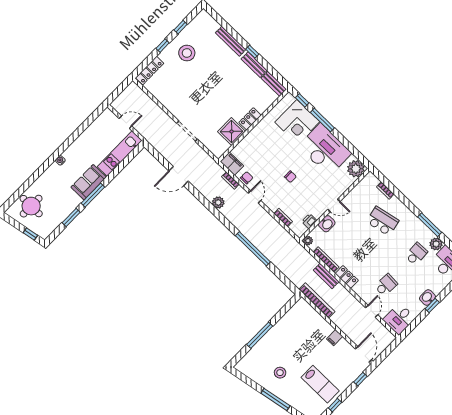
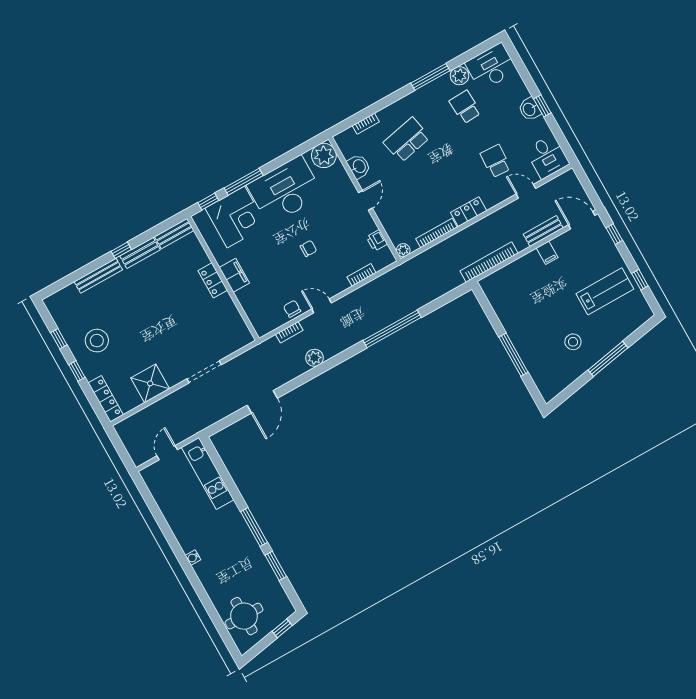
shower: (232, 131) -> (150, 383), moved
filing cabinet: (232, 164) -> (234, 275), moved, turned 90
sofa: (89, 182) -> (234, 527), removed
washbasin: (327, 224) -> (359, 166), moved
bench: (326, 276) -> (543, 231), moved

